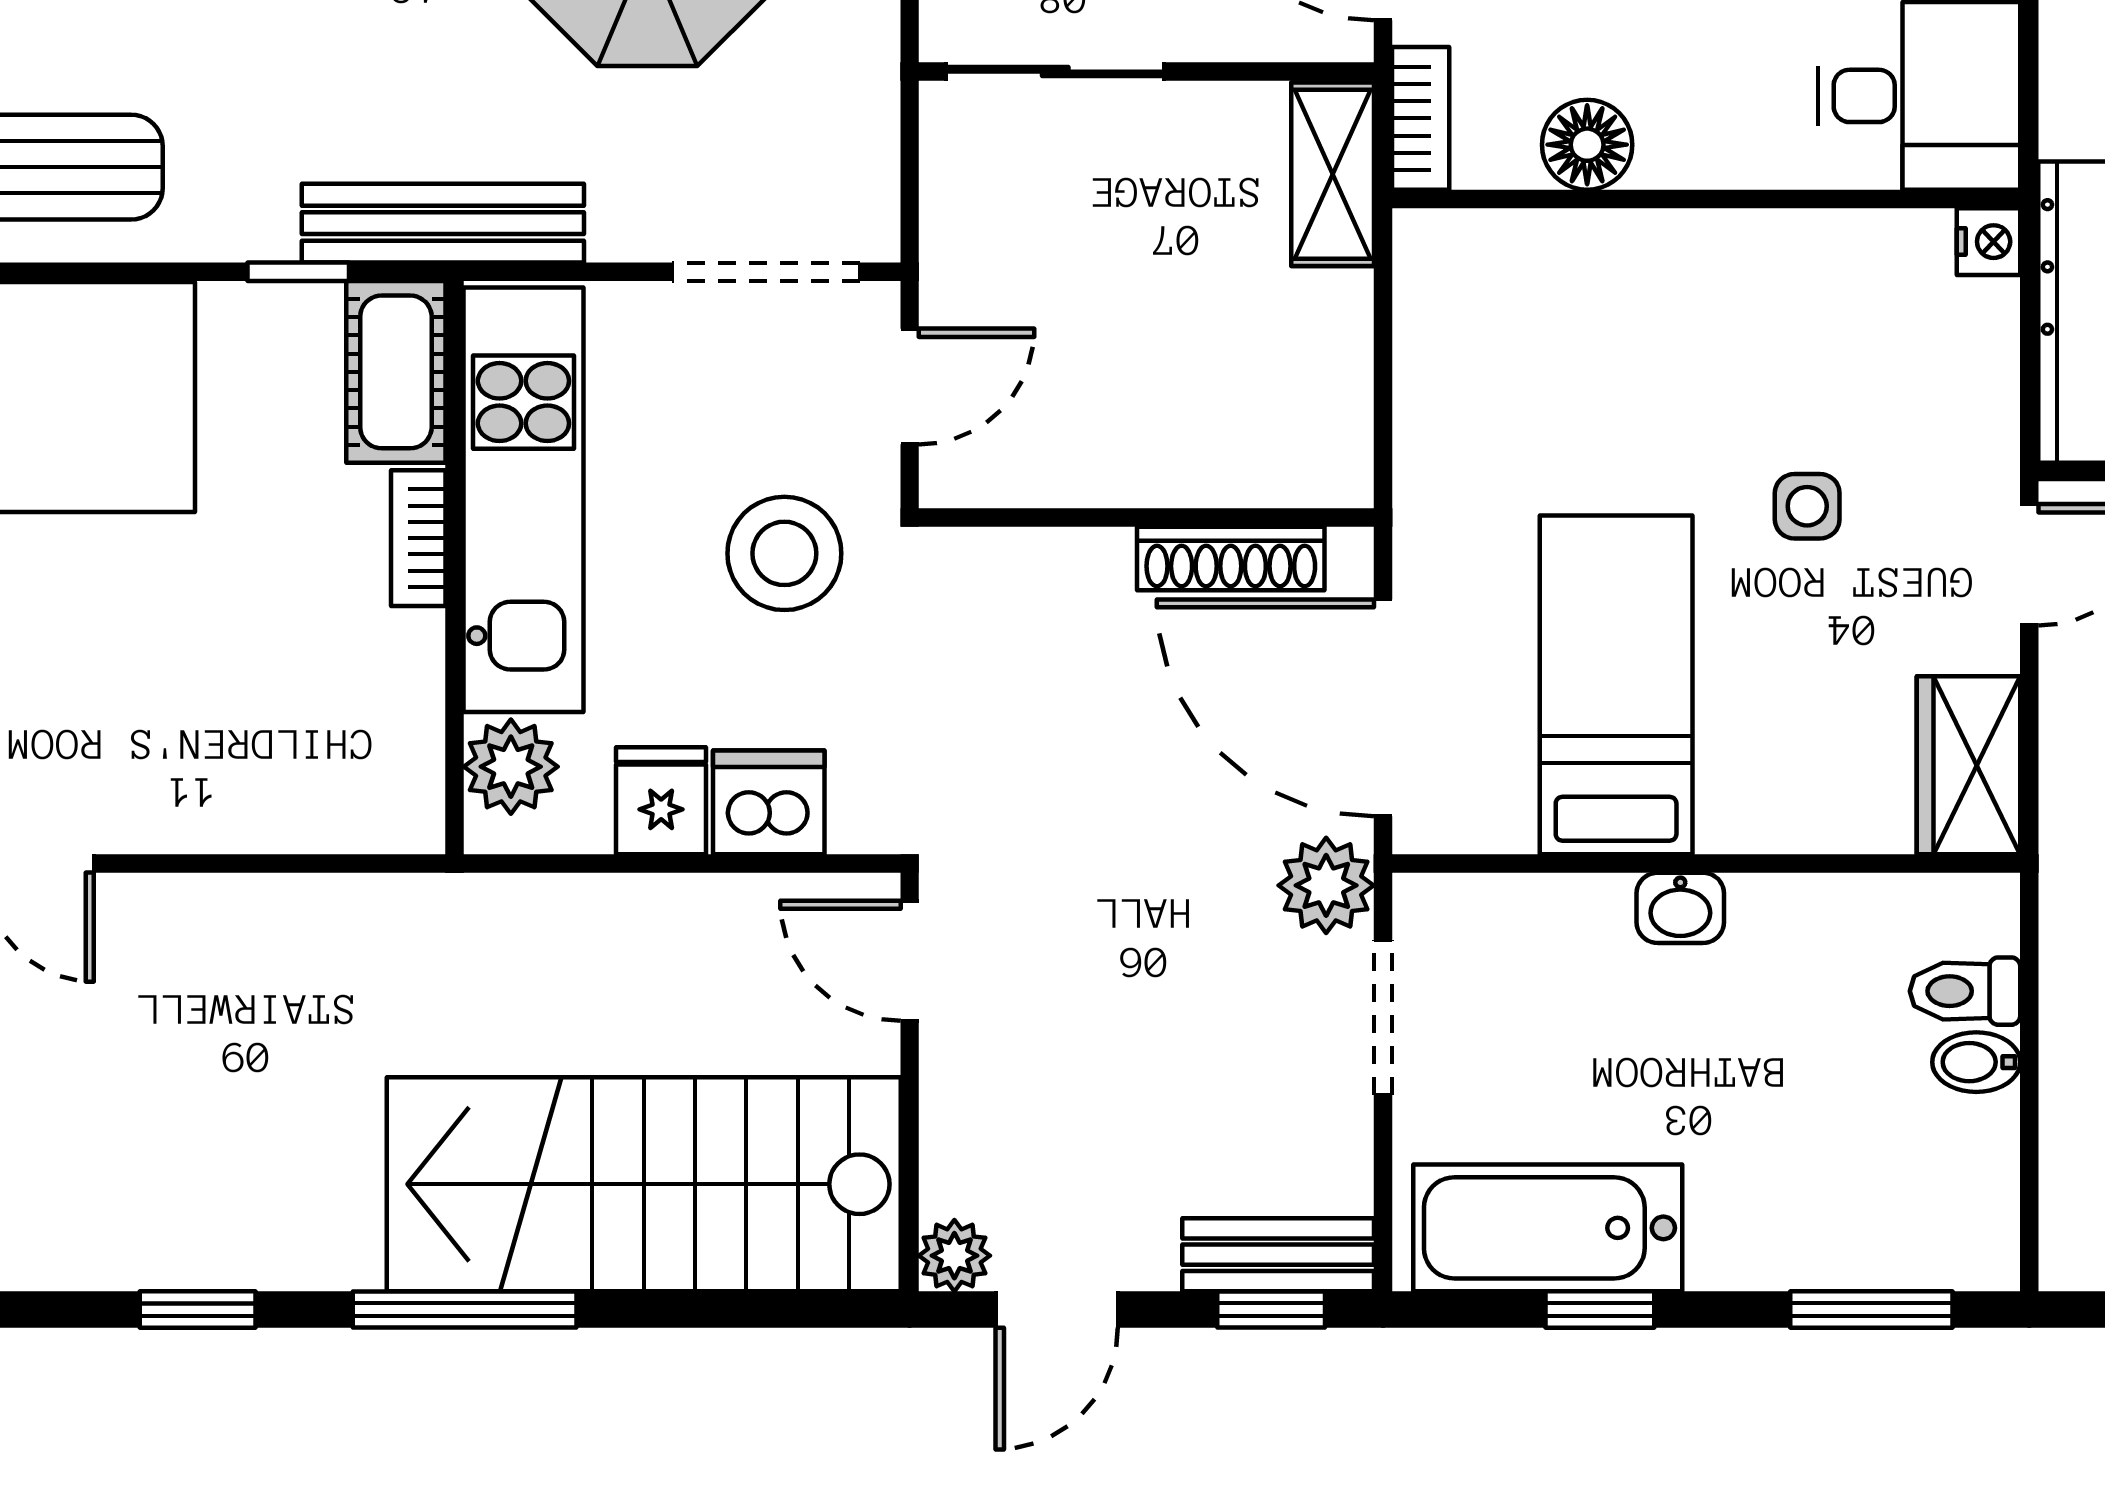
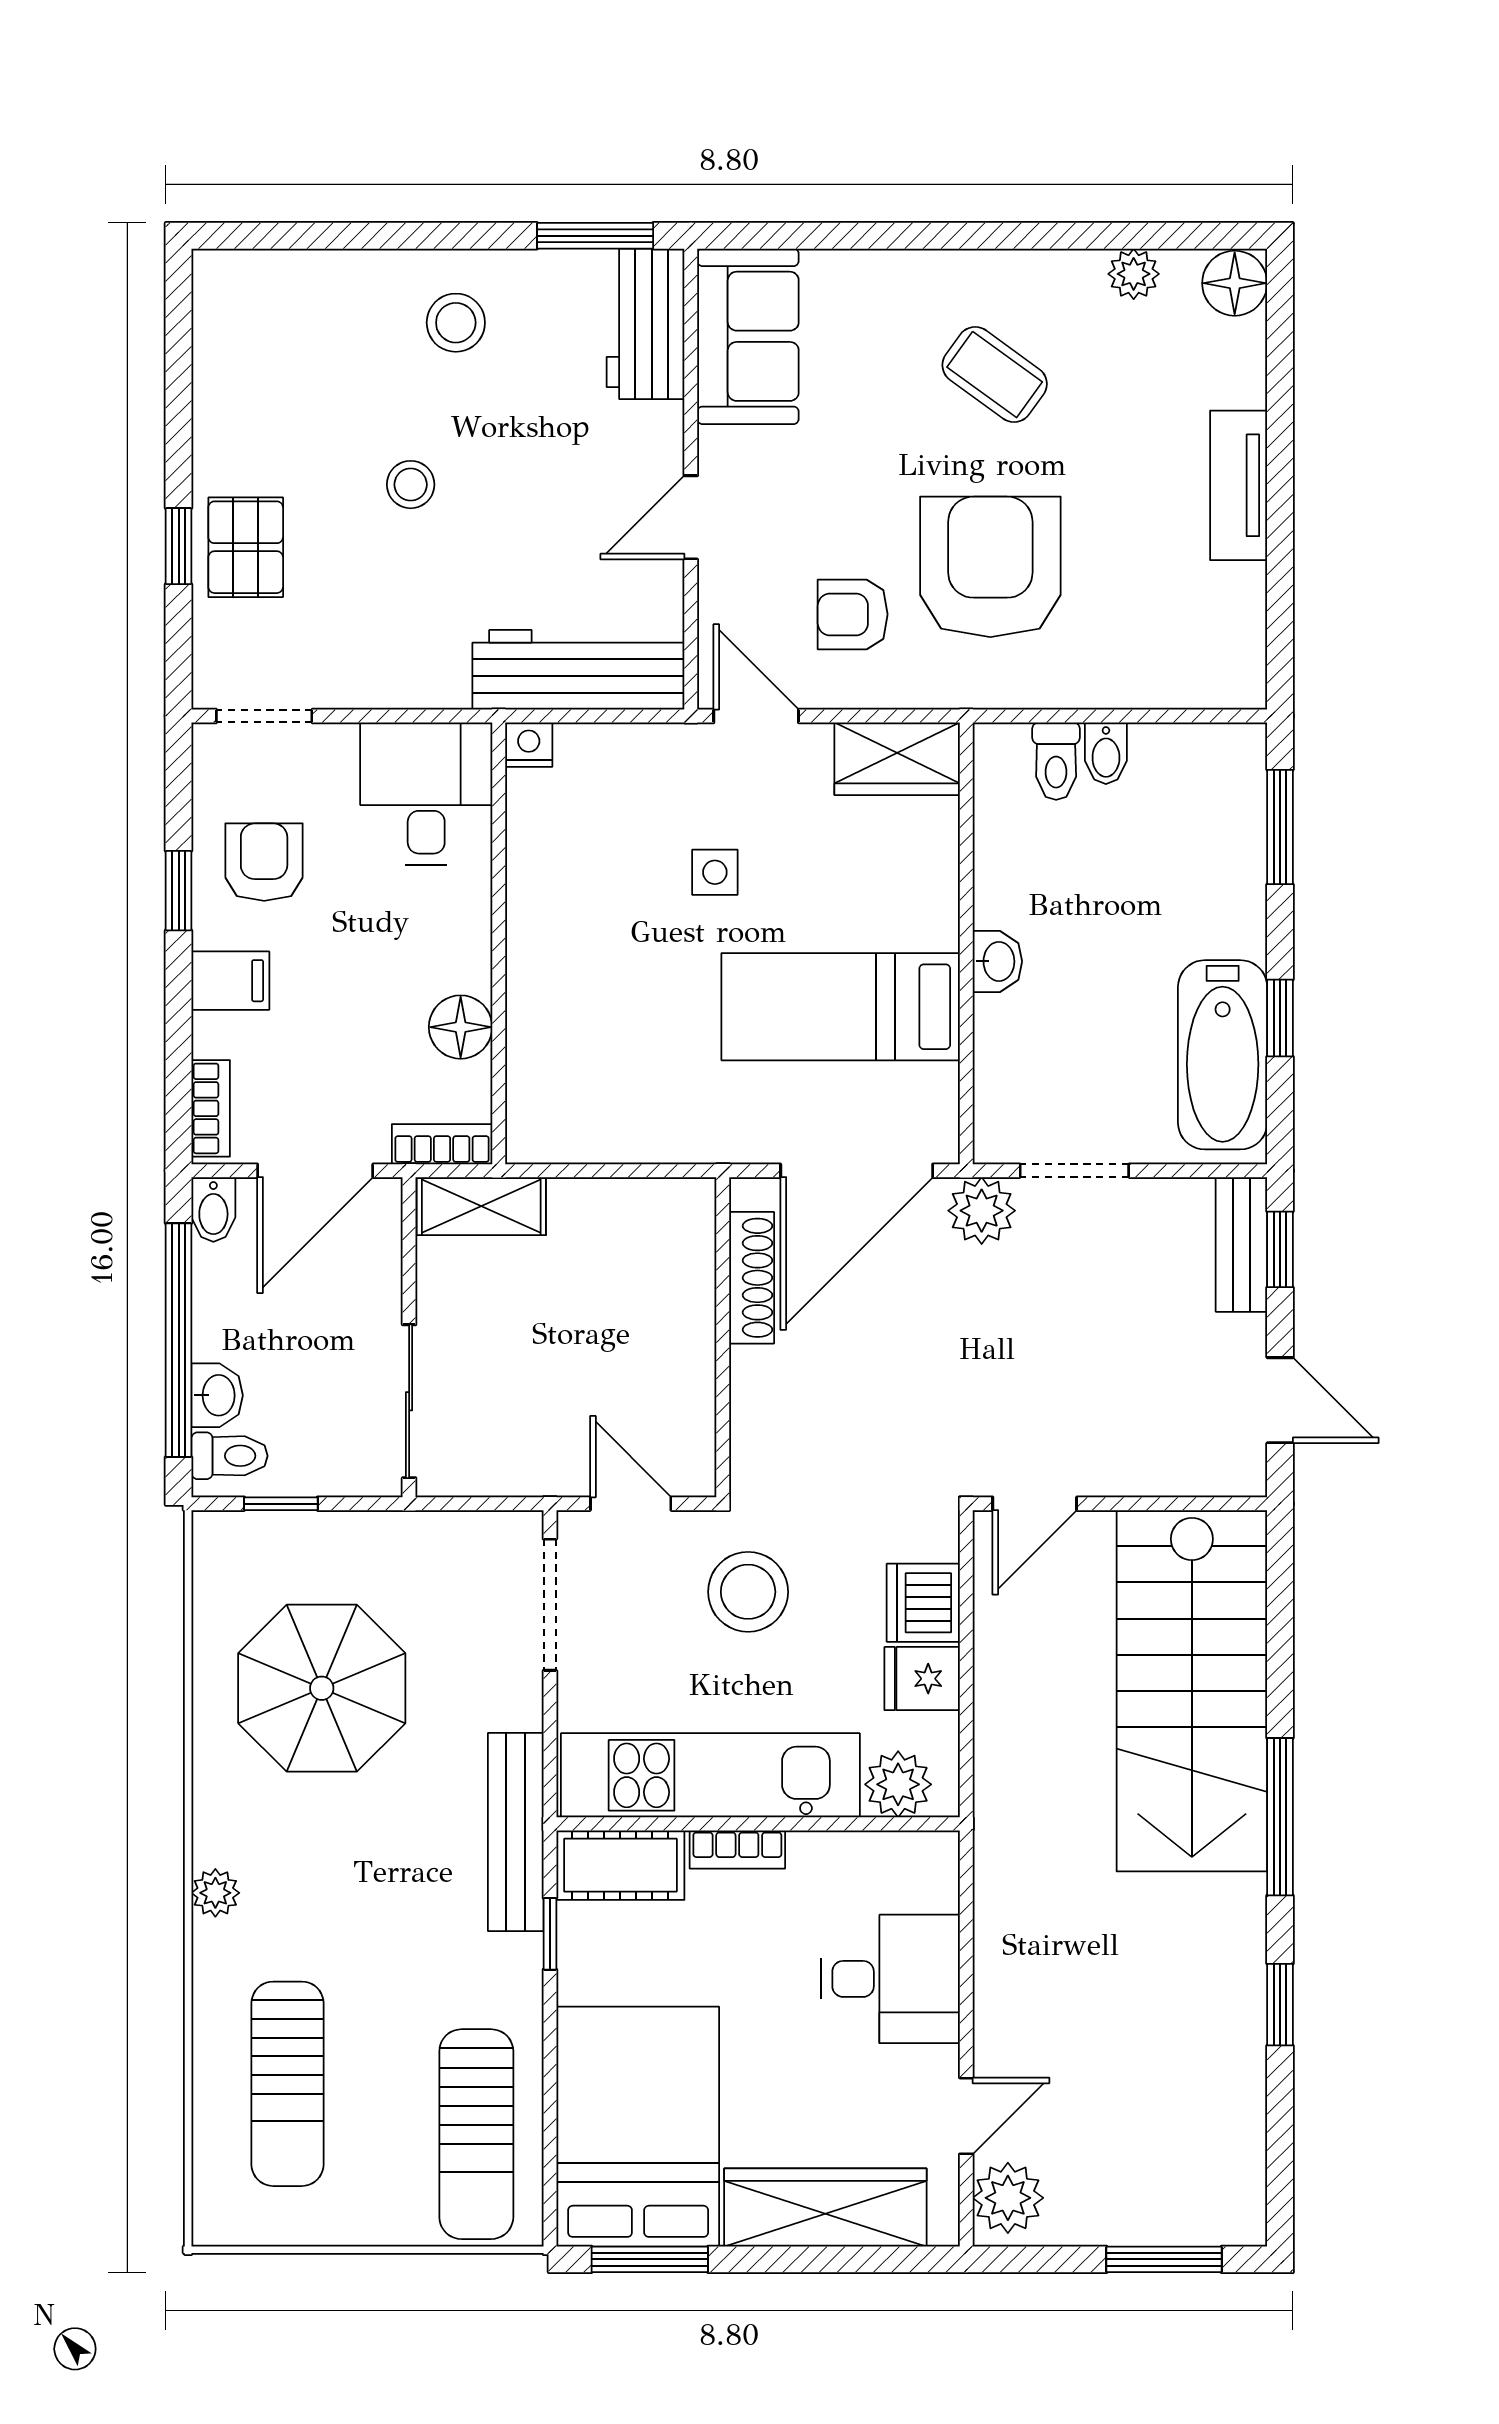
desk: (234, 756) -> (891, 1979), added
plant: (954, 1256) -> (1242, 1472), removed

